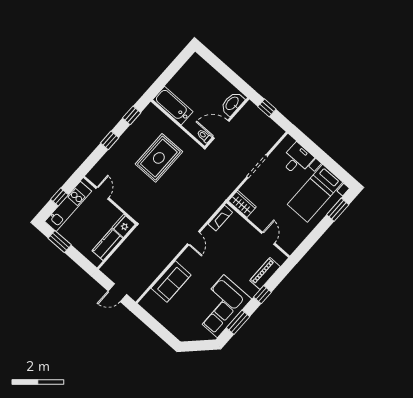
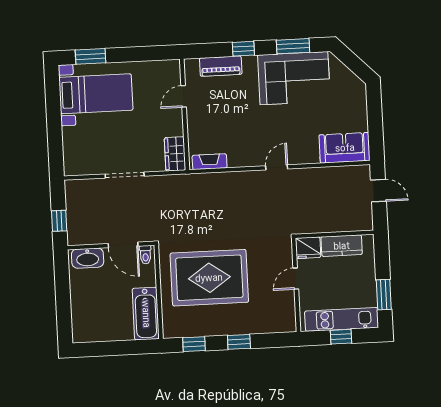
rug: (159, 158) -> (209, 278), width x1.37, depth x1.44
desk: (297, 159) -> (80, 143), removed
door: (102, 193) -> (296, 279), moved
door: (194, 238) -> (277, 167), moved
sofa: (171, 282) -> (345, 148), moved

